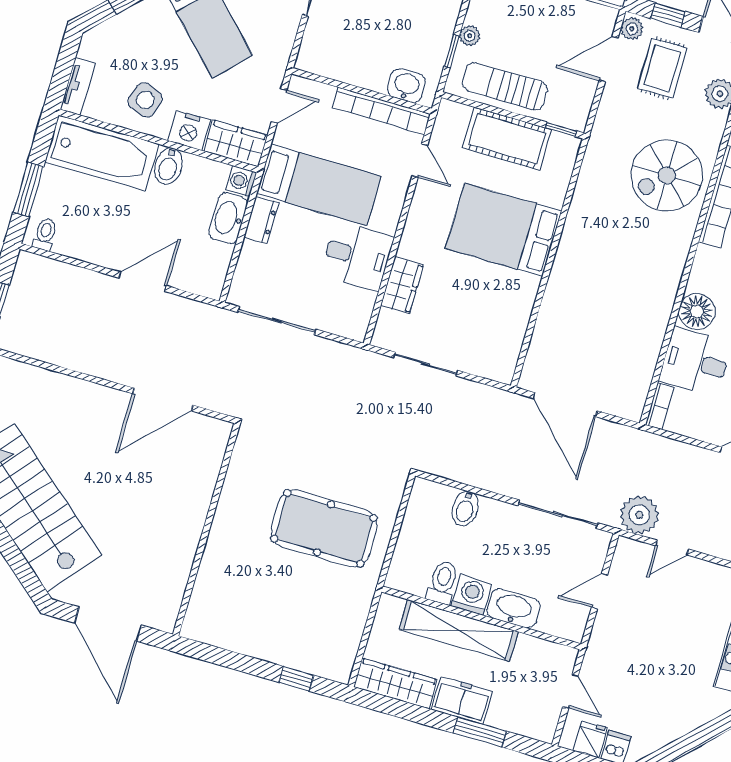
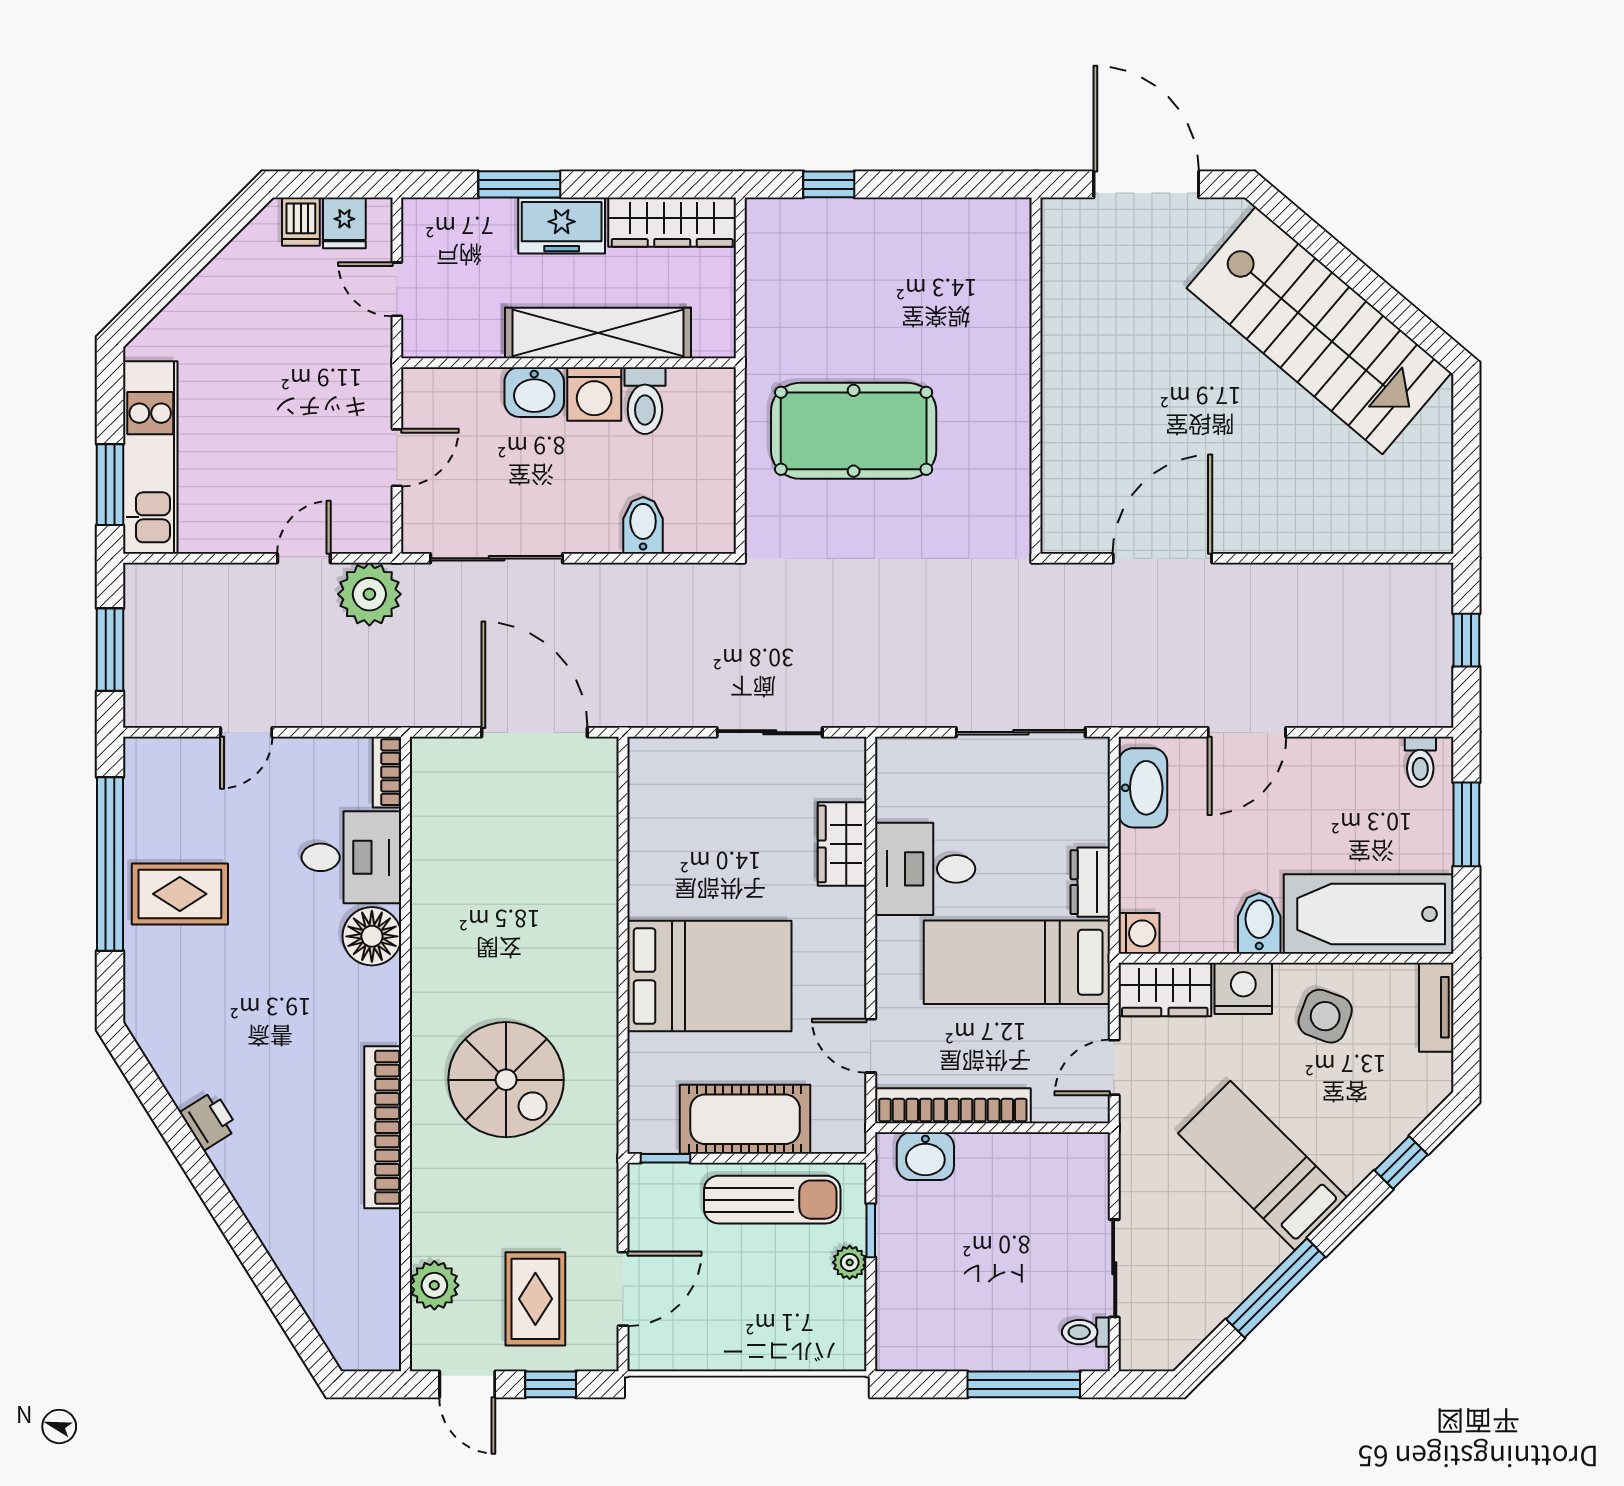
plant: (632, 29) -> (601, 1347), removed
spiral stairs: (667, 175) -> (506, 1080), moved, turned 90
washbasin: (228, 218) -> (1143, 788), moved
washbasin: (514, 608) -> (534, 392), width x0.72

